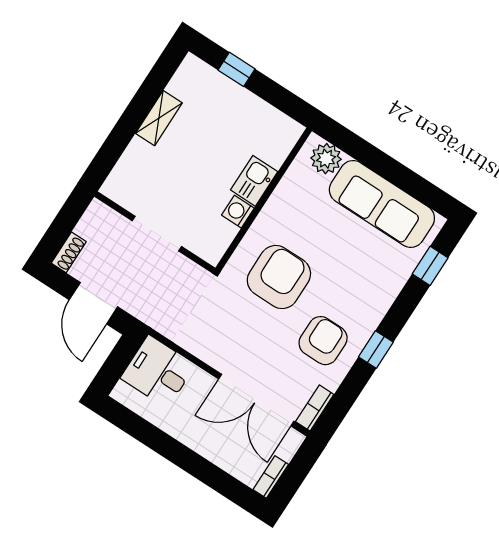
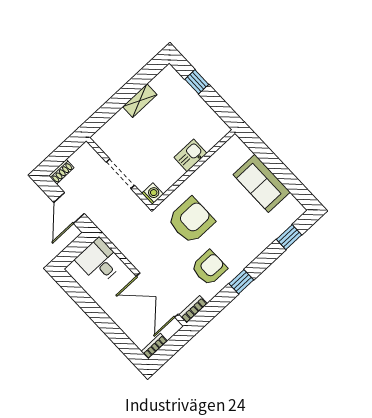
plant: (326, 159) -> (240, 153), removed
sofa: (382, 204) -> (262, 183), width x0.73
washing machine: (238, 212) -> (153, 194), moved, turned 90

